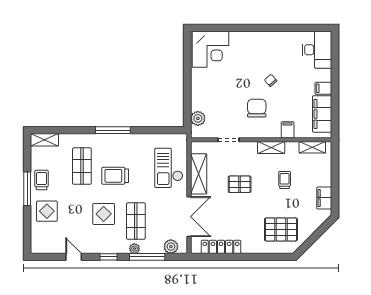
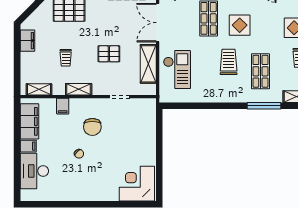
desk: (317, 50) -> (34, 171), moved
plant: (198, 118) -> (149, 117), removed
window: (113, 130) -> (264, 106), moved
trolley: (115, 176) -> (229, 62), turned -90

